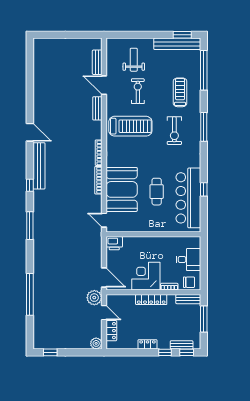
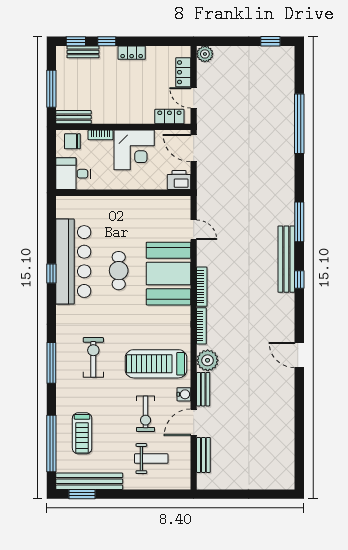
weight bench: (134, 60) -> (151, 459), turned -90
door: (104, 85) -> (194, 422), swing flipped
treadmill: (180, 92) -> (82, 433), moved
water cooler: (111, 105) -> (184, 394), added
bench: (39, 166) -> (286, 259), moved
wall: (153, 234) -> (123, 193), moved
printer: (114, 243) -> (179, 180), moved
plant: (94, 298) -> (208, 360), moved
locker: (151, 300) -> (169, 117), moved, width x0.66

